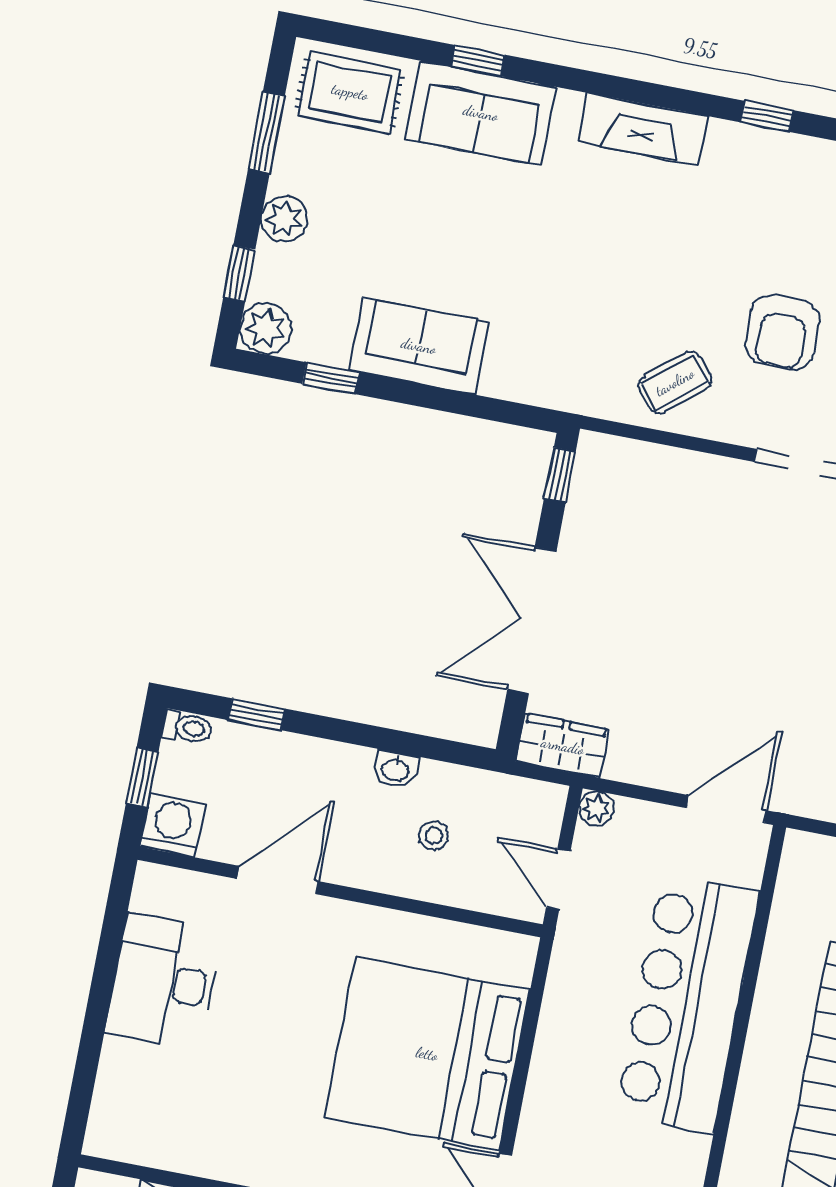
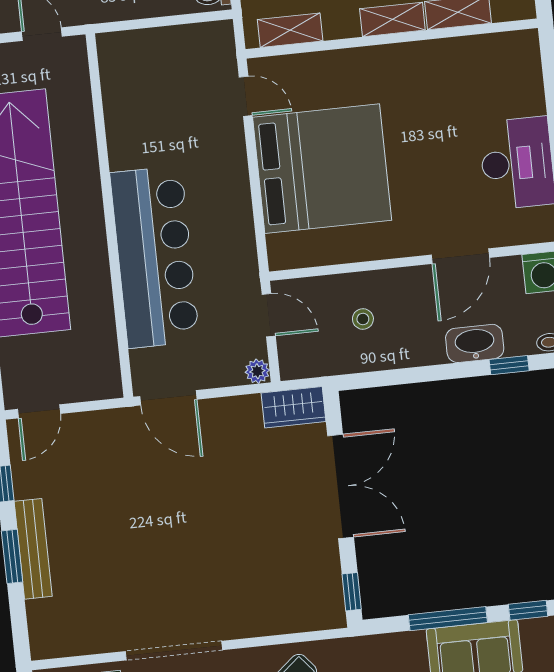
window: (442, 400) -> (448, 619), added
washbasin: (395, 769) -> (475, 343), moved, width x1.91, depth x1.45
door: (726, 809) -> (168, 398), hinge flipped

